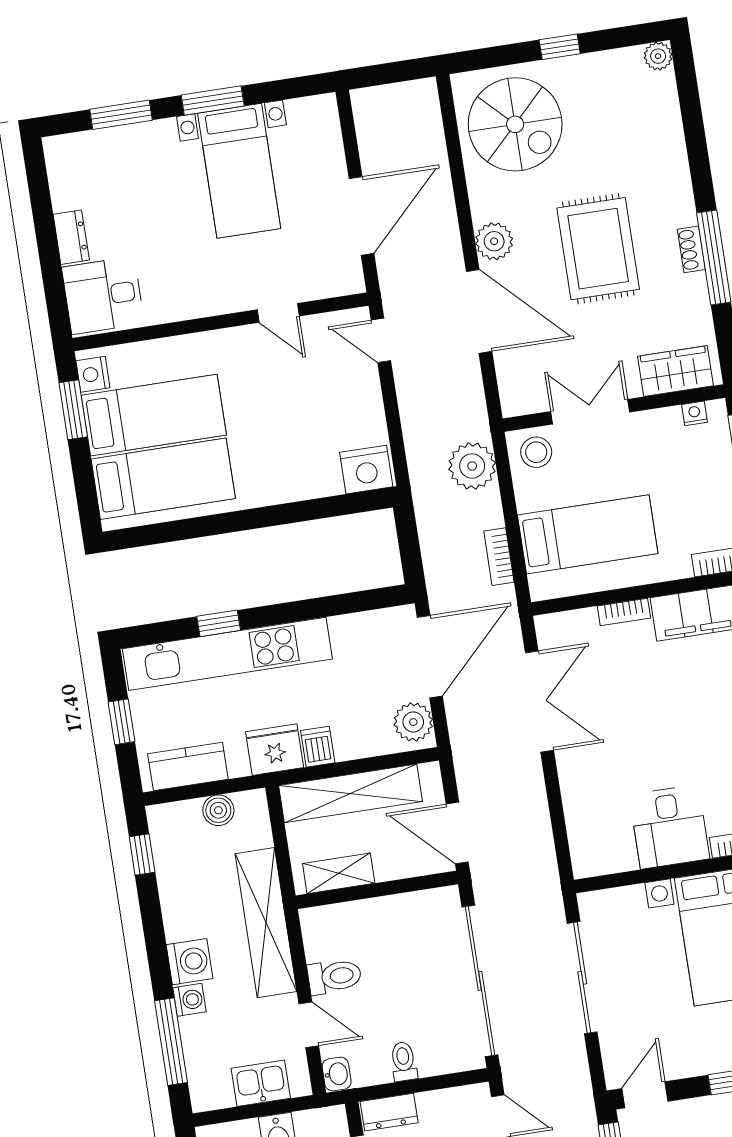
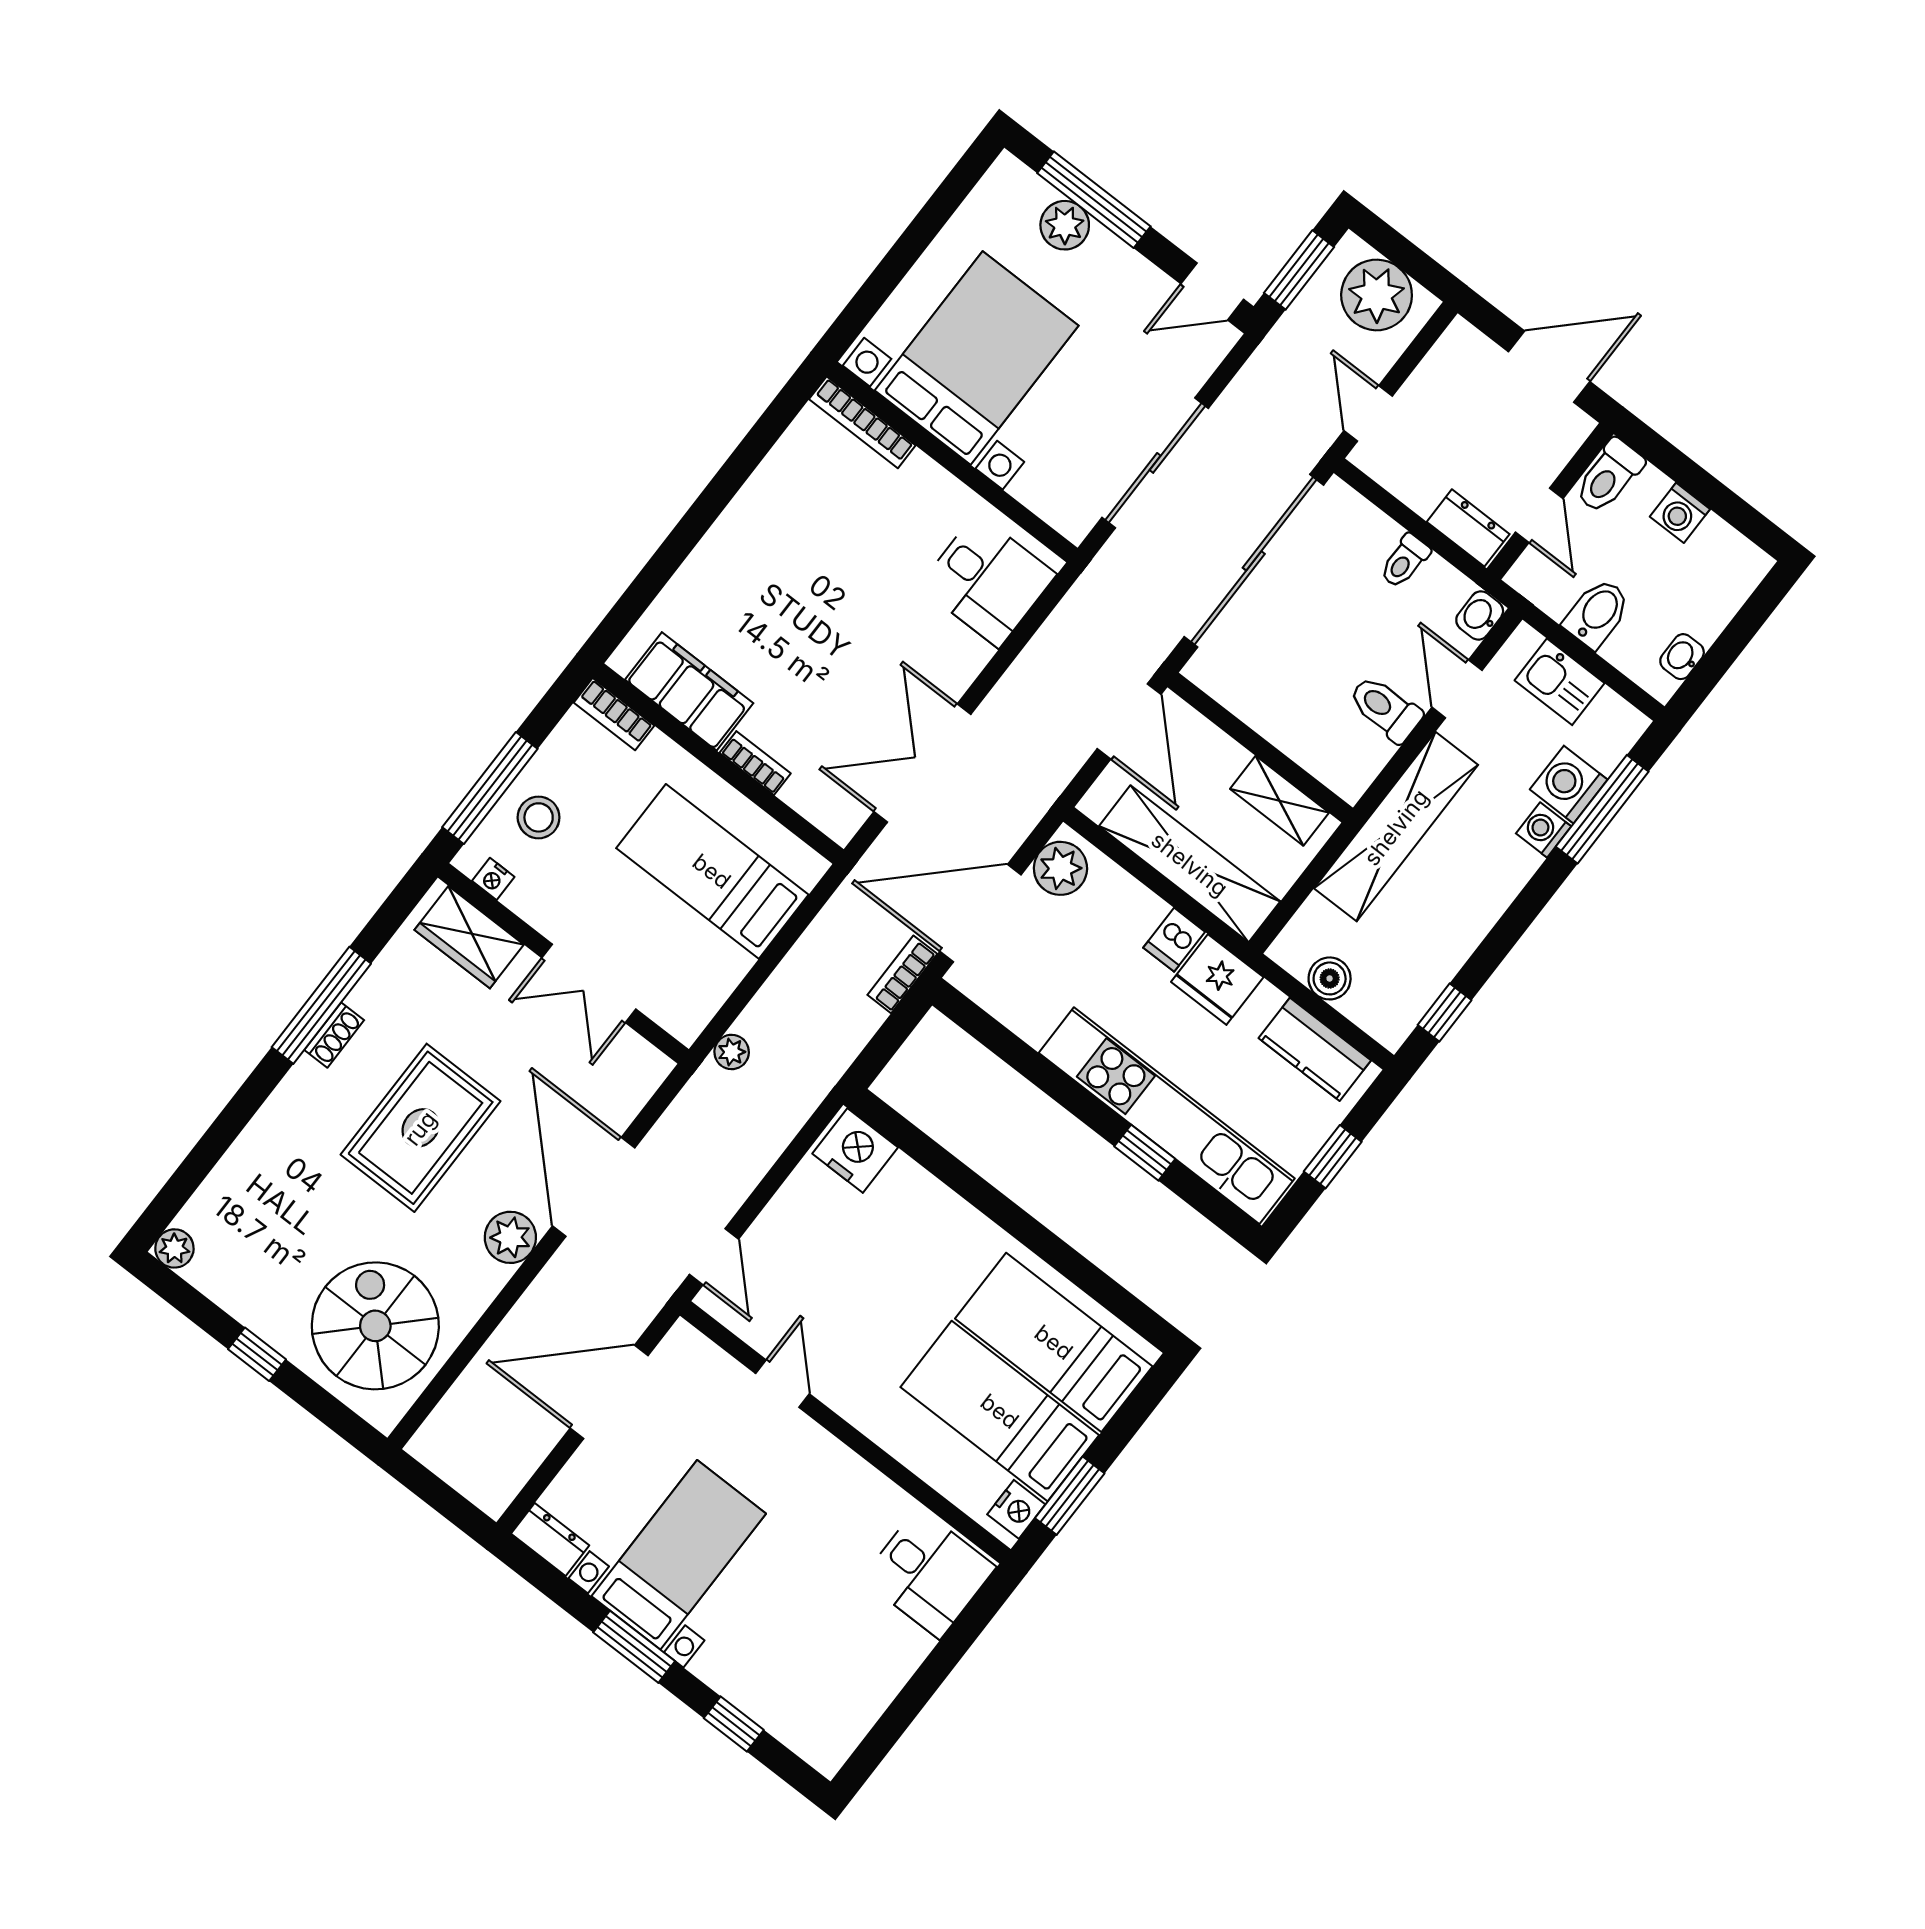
window: (121, 115) -> (734, 1724), width x0.67
dresser: (71, 237) -> (550, 1539), moved, turned 90
stool: (536, 452) -> (539, 817), moved
plant: (472, 466) -> (732, 1052), width x0.53, depth x0.53
bookcase: (499, 557) -> (902, 974), moved, turned 180
desk: (670, 827) -> (988, 580), moved, turned 90
washing machine: (190, 962) -> (1569, 785), moved

